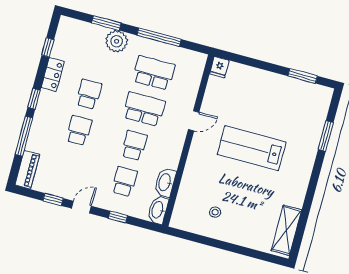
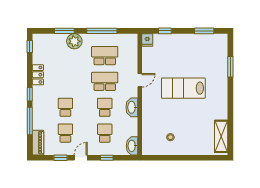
window: (48, 47) -> (30, 47), moved
window: (247, 61) -> (165, 31), added
school desk: (89, 94) -> (65, 133), moved
washbasin: (165, 182) -> (132, 107), moved

